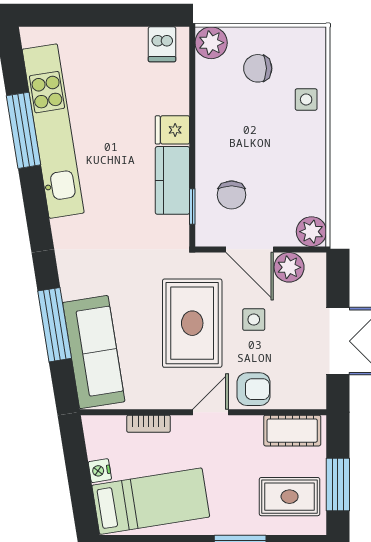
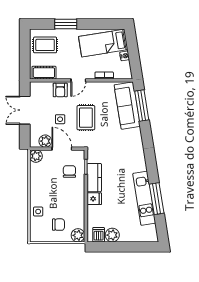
plant: (129, 43) -> (112, 235), added
kitchen unit: (53, 131) -> (144, 198), width x0.73
rug: (192, 323) -> (86, 118), width x0.73, depth x0.70
window: (55, 325) -> (142, 106), moved
armchair: (253, 389) -> (60, 90), turned -90
window: (338, 485) -> (25, 50), removed

